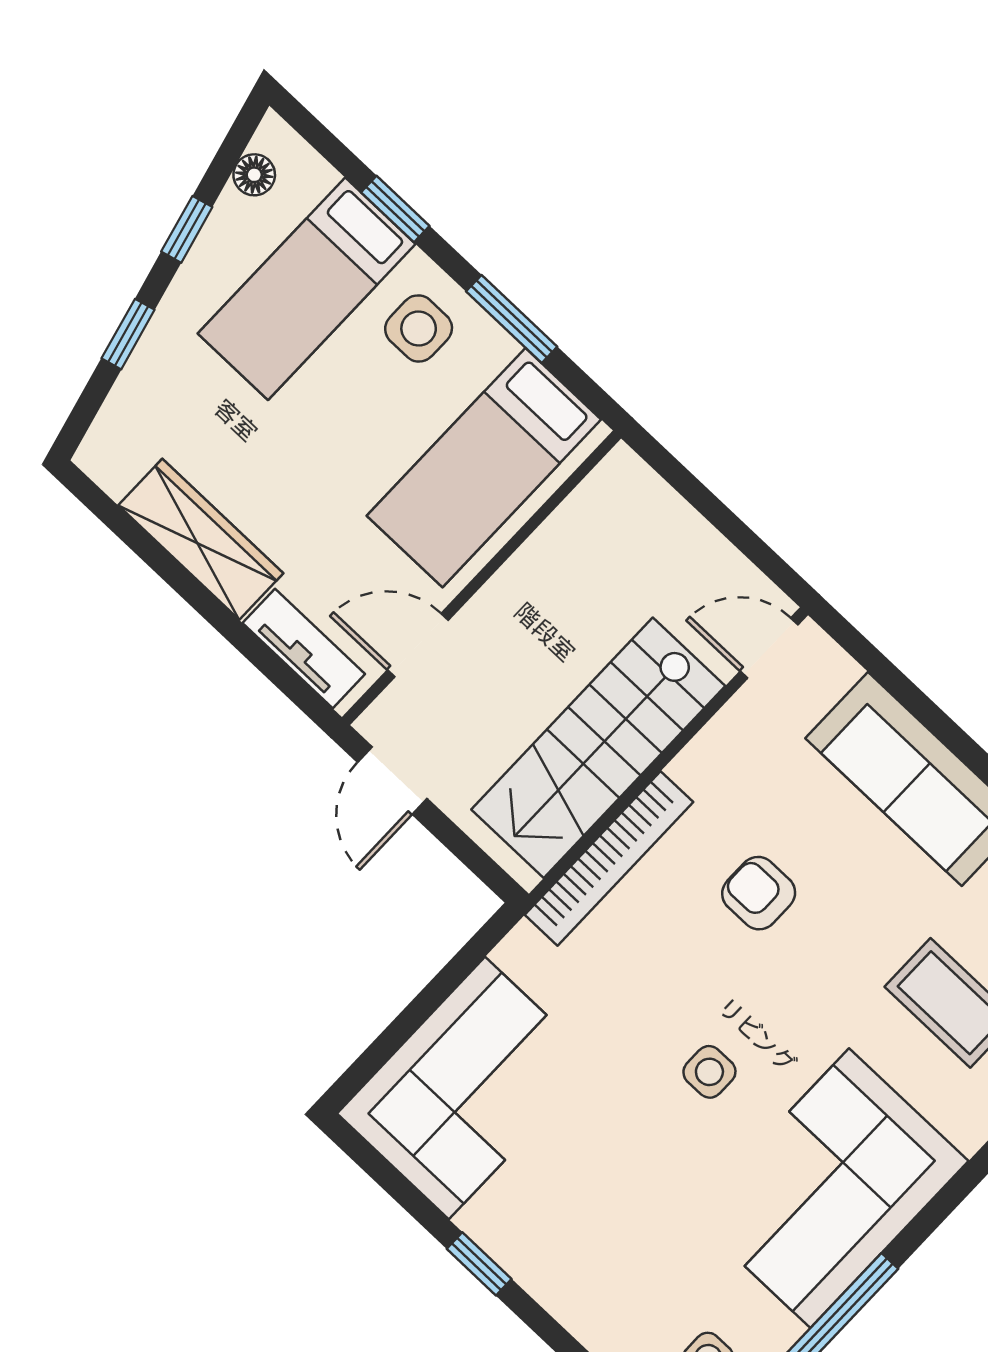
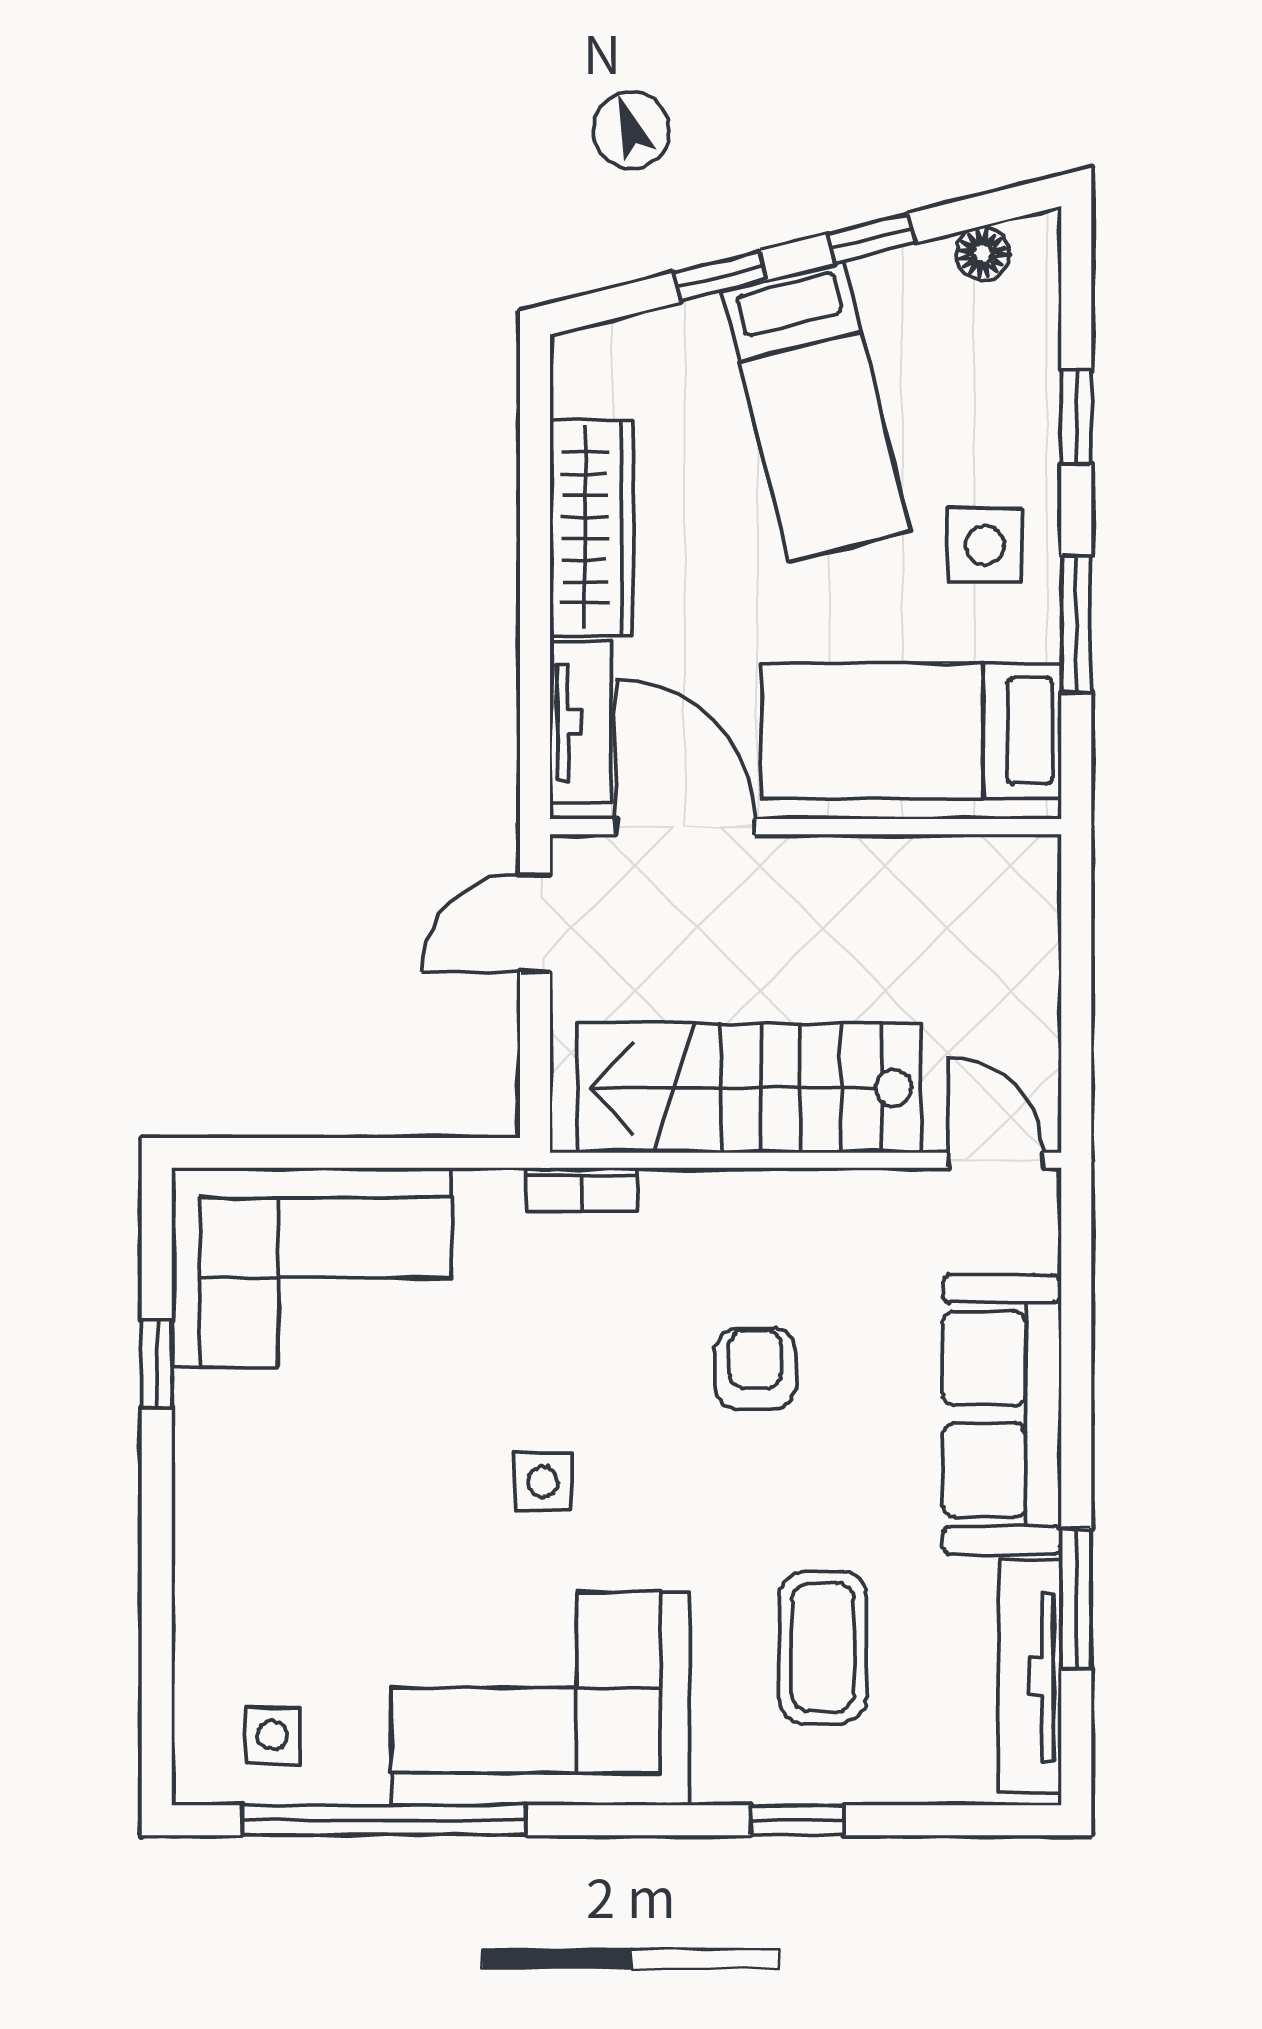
bed: (307, 289) -> (816, 411), moved, turned -104
door: (418, 645) -> (685, 827), width x1.38
bookcase: (609, 858) -> (582, 1190), width x0.43, depth x0.76
window: (479, 1264) -> (157, 1364), moved

